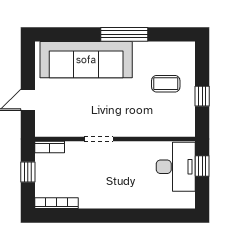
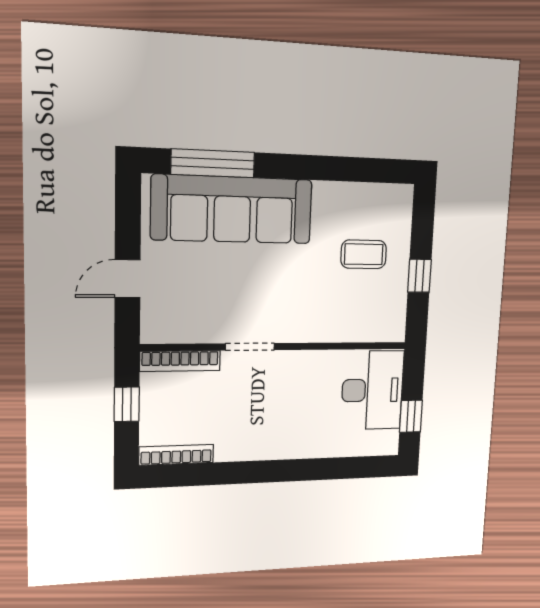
window: (124, 34) -> (213, 163), moved
bookcase: (50, 147) -> (180, 361), width x1.56
window: (202, 166) -> (411, 416), moved

